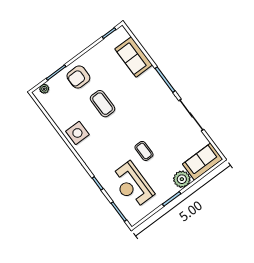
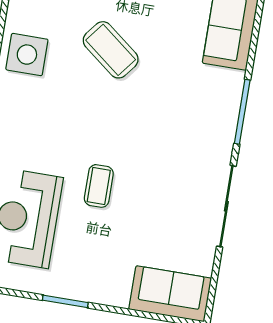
coffee table: (103, 104) -> (111, 50), turned -52
plant: (182, 179) -> (111, 288), removed

